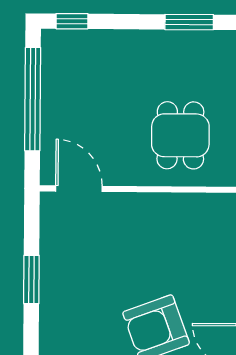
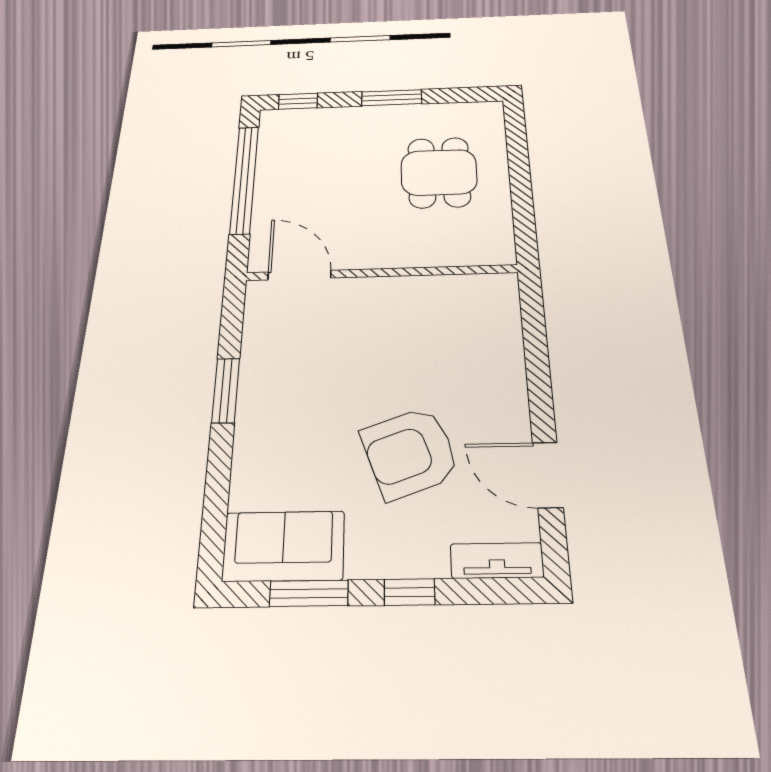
window: (189, 22) -> (392, 98), moved
dining table: (180, 135) -> (439, 172), moved

